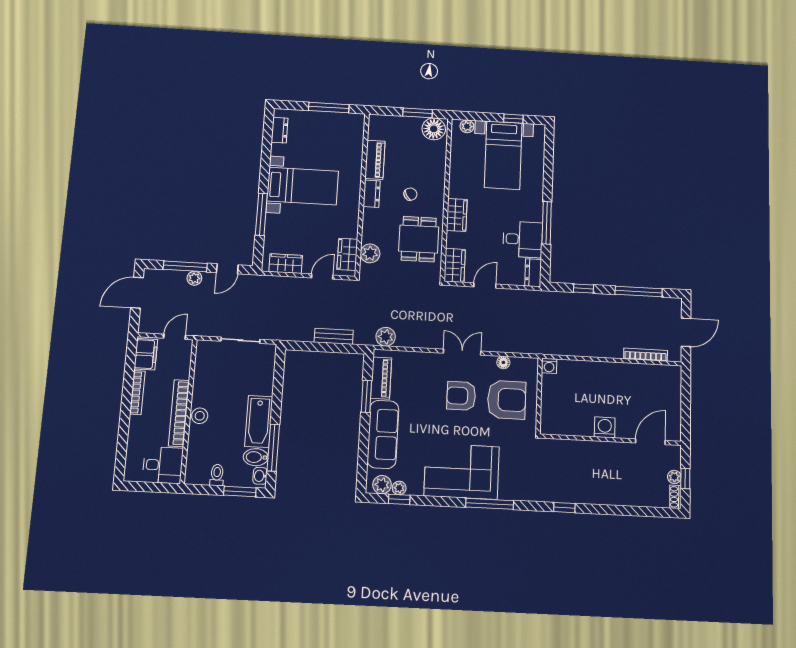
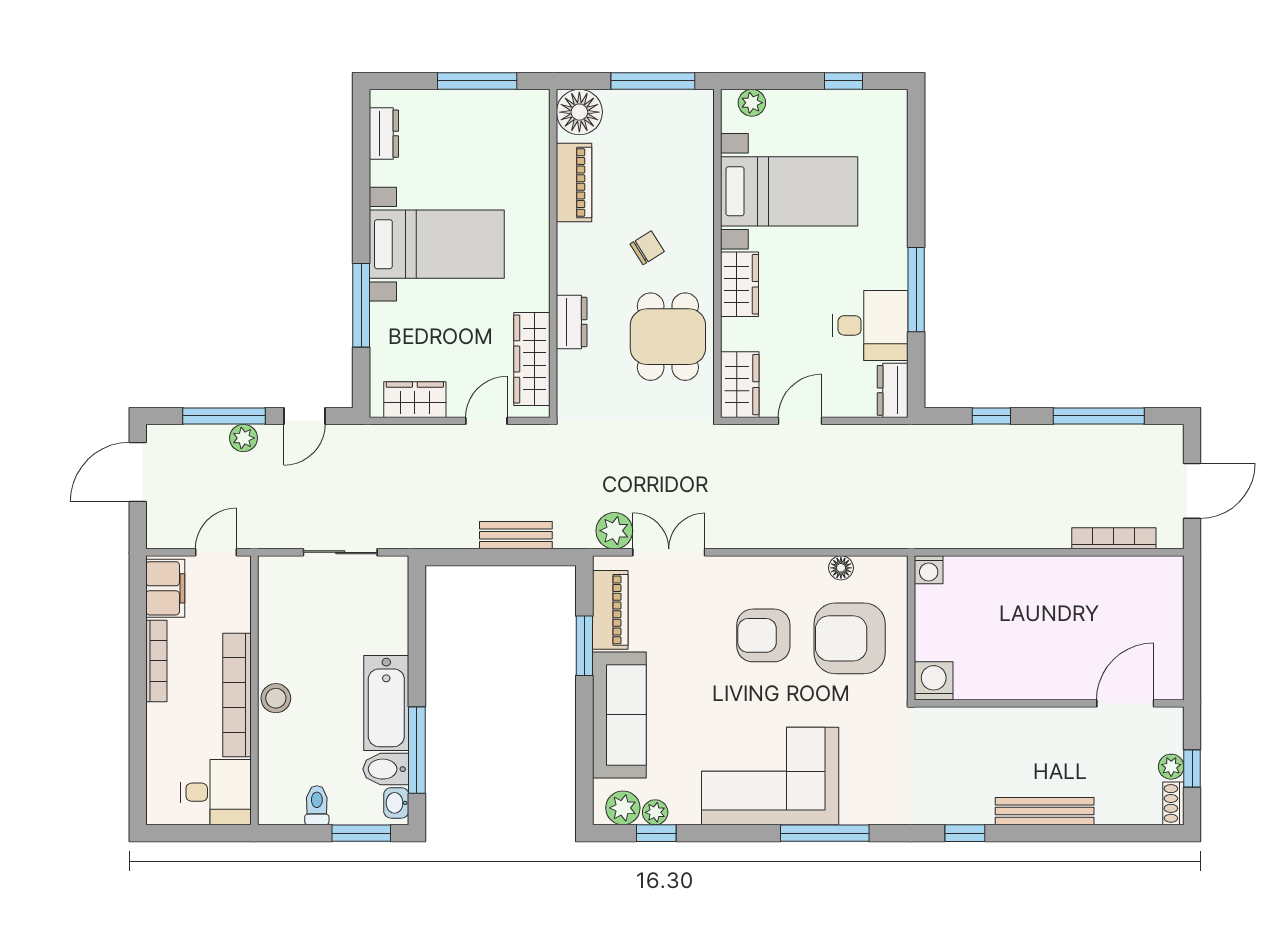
window: (418, 113) -> (653, 81), width x1.44
floor lamp: (434, 129) -> (579, 112), moved
bed with nightstands: (503, 155) -> (789, 191), moved, turned -90
dresser: (372, 194) -> (572, 322), moved
plant: (370, 253) -> (575, 370), removed
wardrobe: (347, 254) -> (532, 359), width x1.50
double door: (462, 352) -> (669, 552), moved
armchair: (507, 400) -> (850, 638), turned 180
washing machine: (605, 427) -> (934, 681), moved
bench: (607, 498) -> (1045, 811), added

